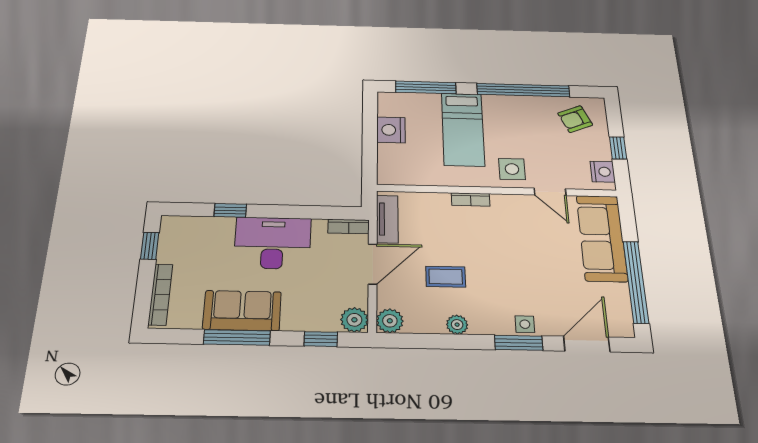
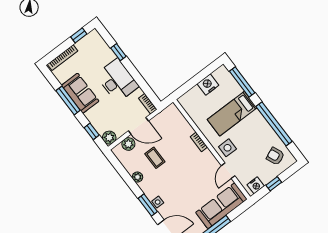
tv unit: (387, 219) -> (163, 116), removed
plant: (390, 321) -> (128, 144), moved

